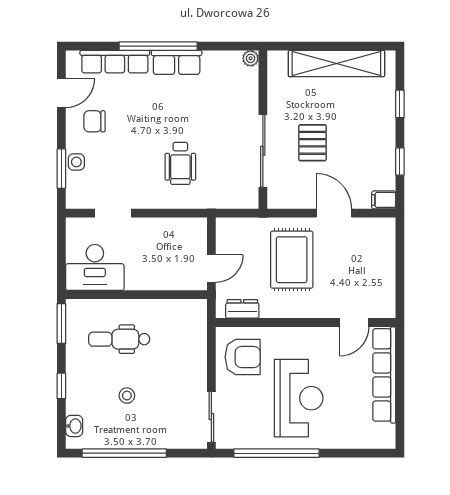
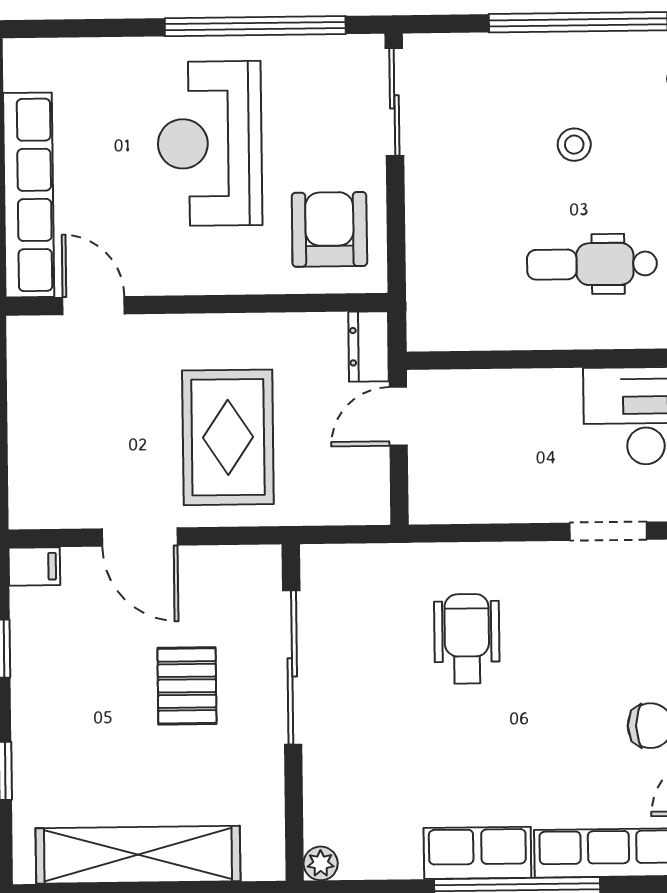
dresser: (242, 309) -> (368, 347), moved, turned 90
door: (354, 322) -> (94, 306), hinge flipped
dental chair: (119, 339) -> (592, 264), turned 180
armchair: (243, 357) -> (329, 229), turned 90

